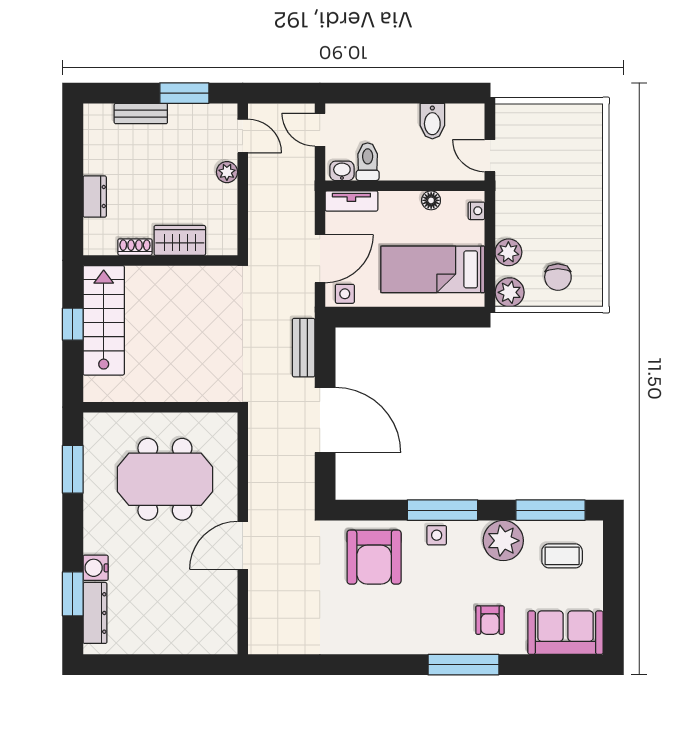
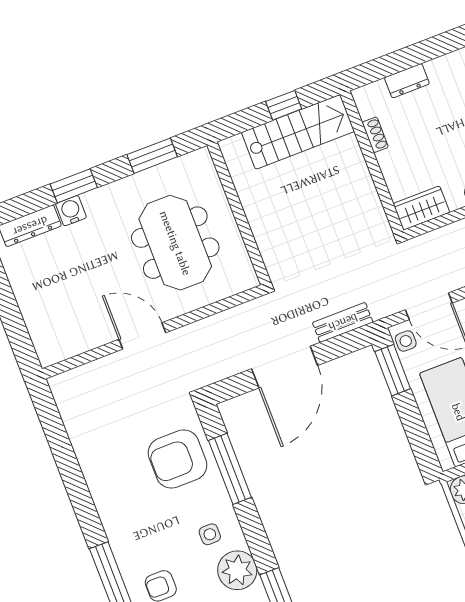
wardrobe: (180, 240) -> (421, 208), moved, turned -90
window: (368, 317) -> (393, 370), added
window: (443, 510) -> (230, 469), moved
side table: (437, 535) -> (210, 534), moved
window: (73, 594) -> (74, 186), moved

